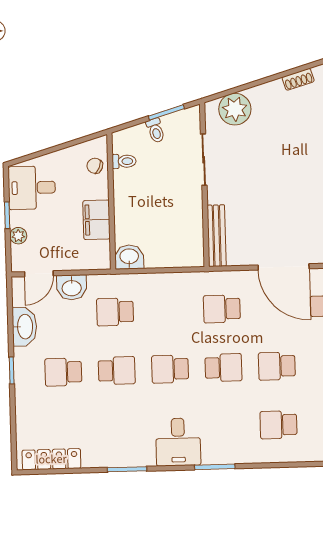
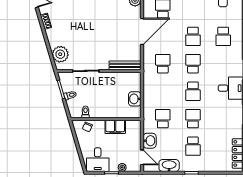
washbasin: (129, 257) -> (135, 99), moved
school desk: (222, 309) -> (163, 64), turned 180
school desk: (115, 312) -> (163, 119), turned 180

